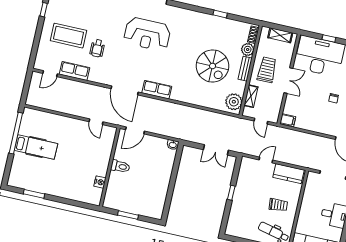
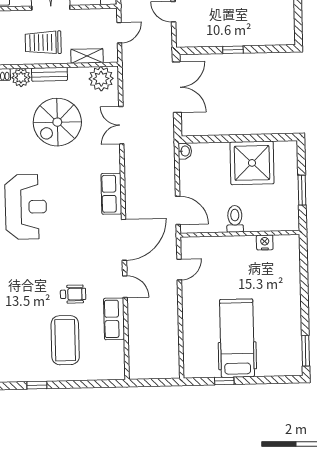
reception desk: (147, 34) -> (26, 207), moved
spiral stairs: (213, 66) -> (57, 122), turned 180
door: (50, 74) -> (125, 287), moved
double door: (200, 107) -> (121, 125), added
window: (16, 133) -> (224, 381), width x0.32
hospital bed: (36, 147) -> (237, 338), width x1.37, depth x1.29
double door: (216, 150) -> (177, 87), width x1.37
shower: (154, 187) -> (252, 163), added
window: (34, 194) -> (306, 351), moved

